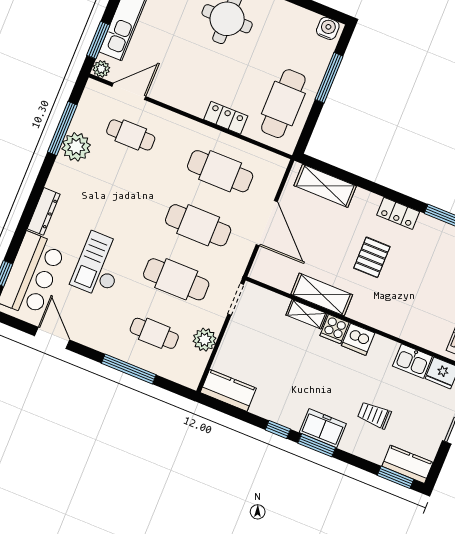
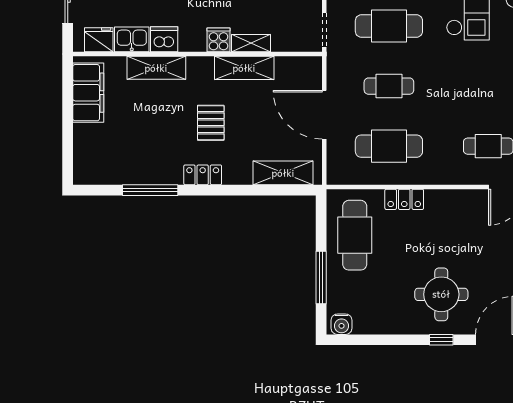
cafe table: (198, 225) -> (389, 86), width x0.73, depth x0.74
shelving: (401, 327) -> (156, 68), added
dishwasher: (358, 339) -> (164, 39), moved

